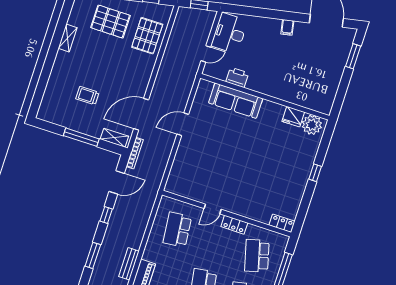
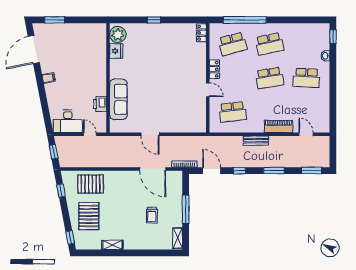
shelving: (114, 138) -> (178, 238), moved
bench: (129, 264) -> (256, 141), moved

